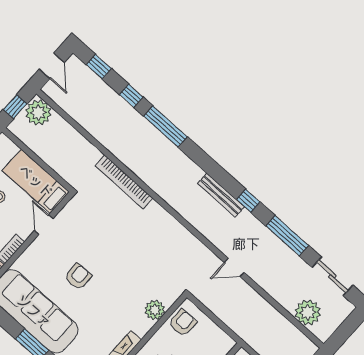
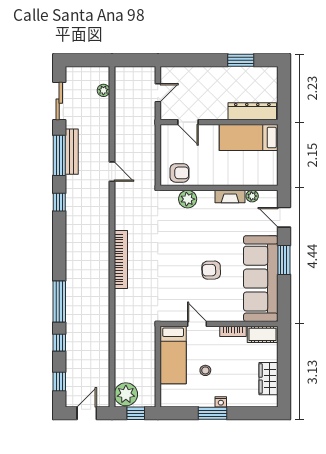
bookcase: (124, 182) -> (121, 259), moved
bench: (221, 195) -> (72, 152), moved
door: (44, 225) -> (197, 324), swing flipped
plant: (308, 312) -> (103, 90), width x0.53, depth x0.53
armchair: (183, 323) -> (179, 173), turned 180

